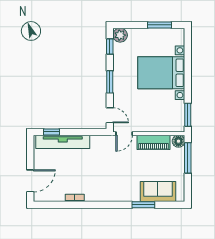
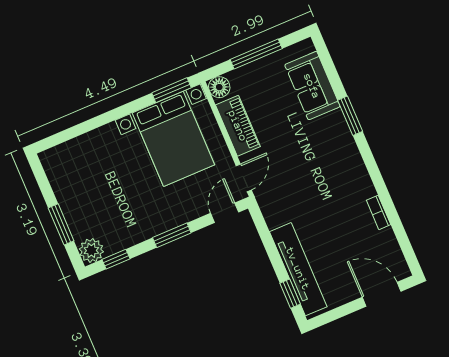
window: (159, 25) -> (61, 224), moved
bed with nightstands: (161, 73) -> (173, 139), moved
door: (124, 134) -> (244, 178), hinge flipped
window: (188, 158) -> (256, 54), moved
window: (143, 205) -> (350, 116), moved

